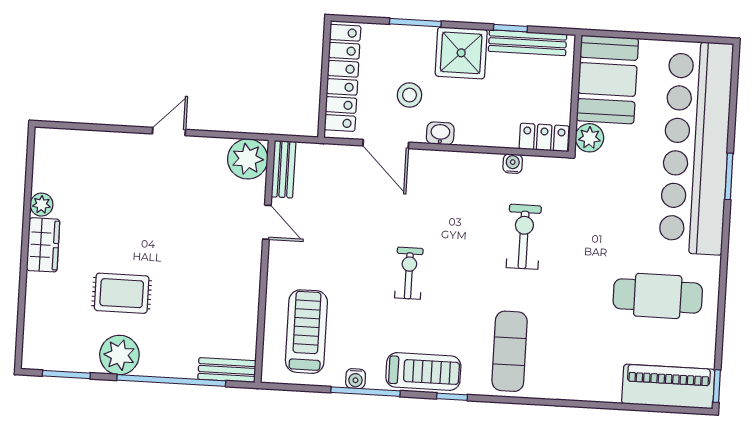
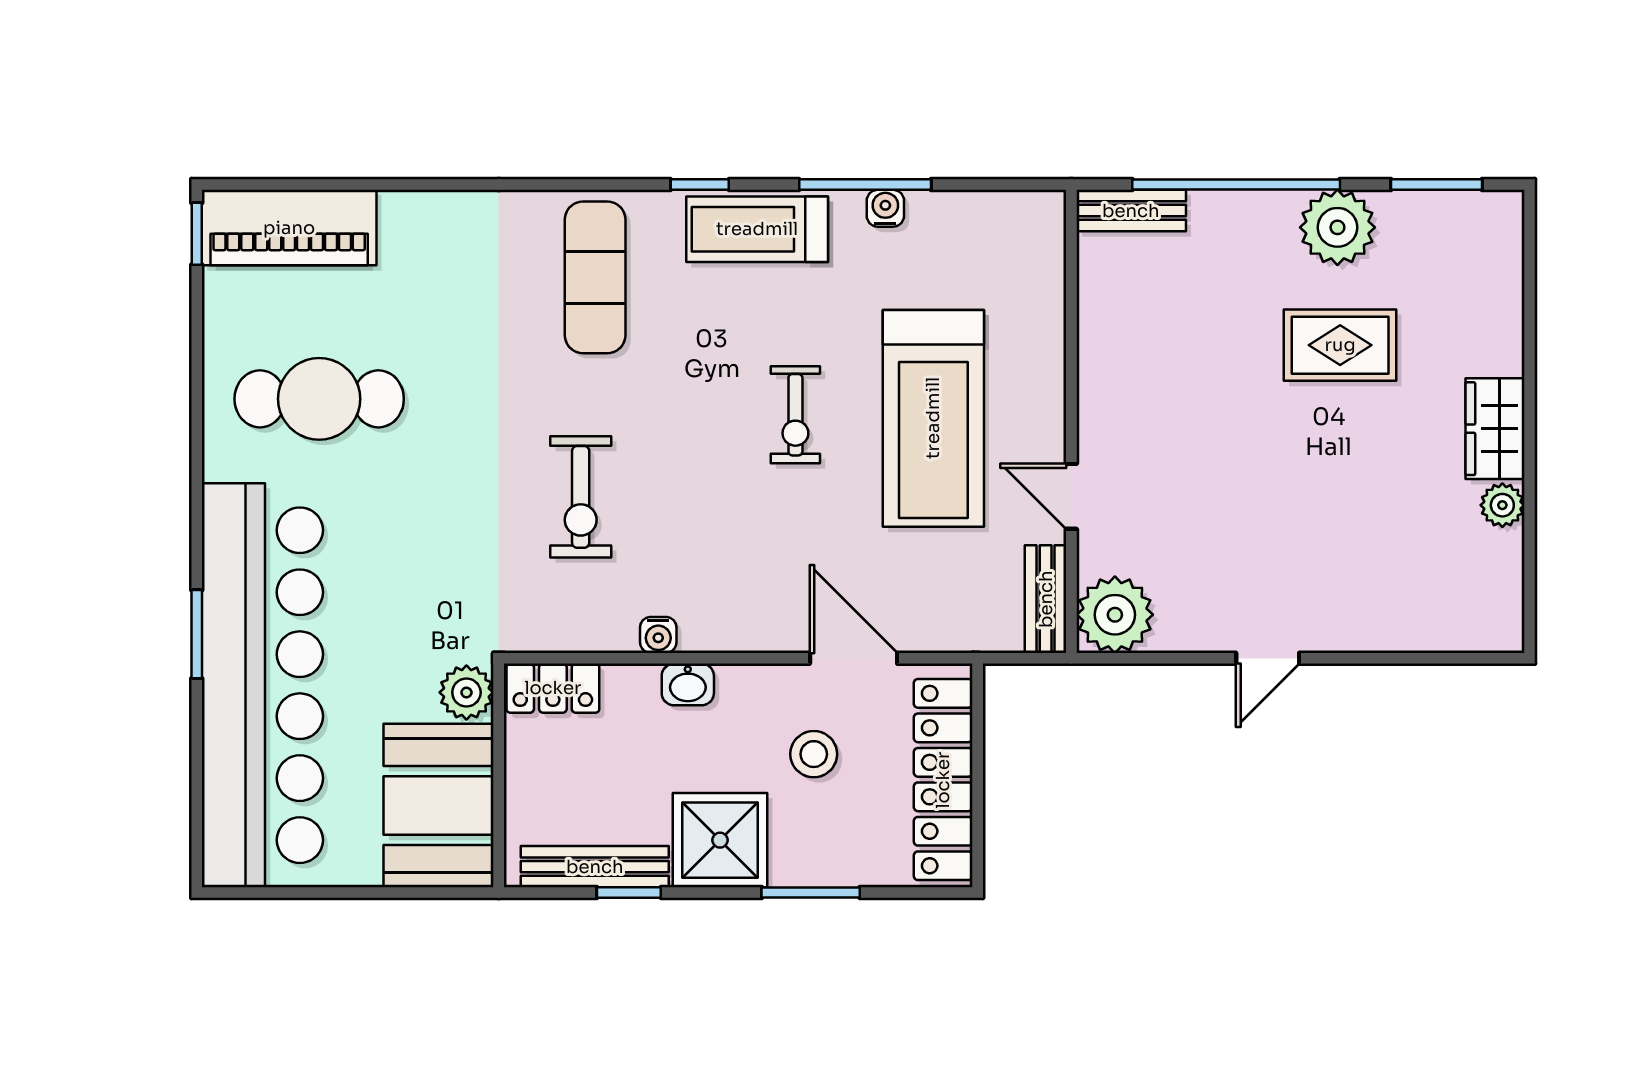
washbasin: (440, 133) -> (688, 684), moved
water cooler: (513, 164) -> (658, 635), moved
treadmill: (306, 332) -> (933, 418), moved, width x1.37, depth x1.38

